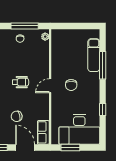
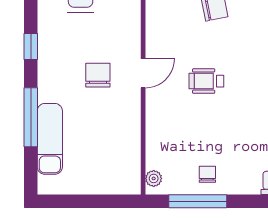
window: (103, 109) -> (31, 47), moved

